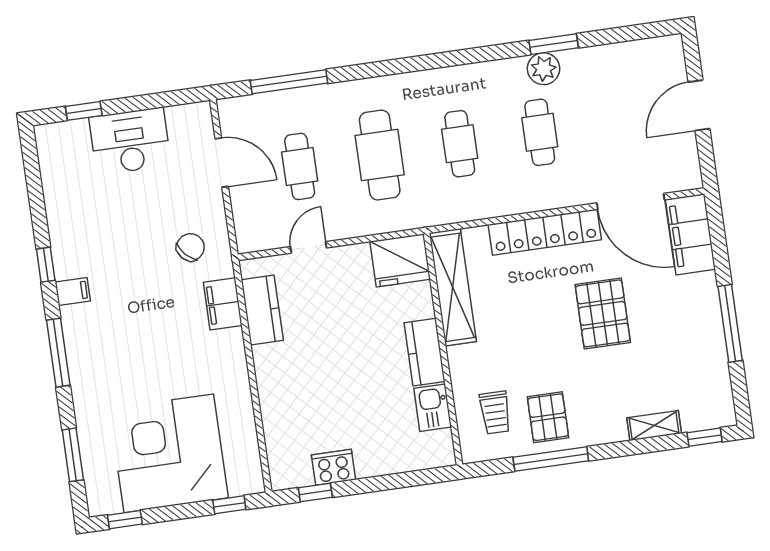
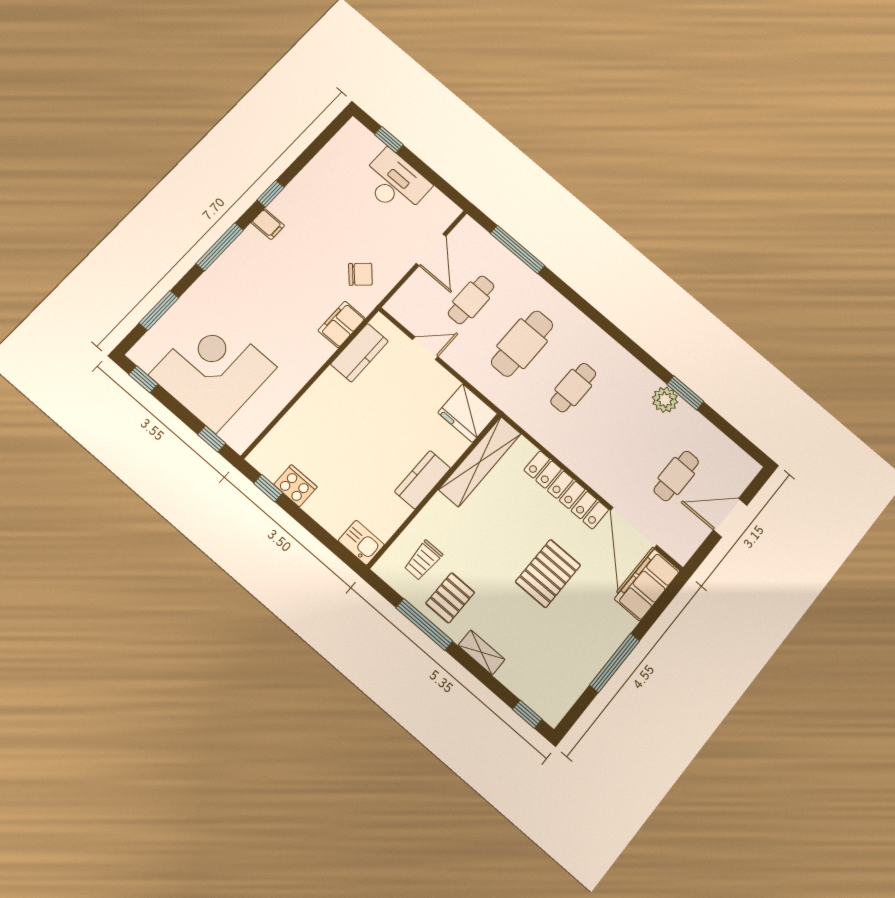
cafe table: (540, 132) -> (676, 476), moved
kitchen sink: (433, 408) -> (361, 543), moved, turned 90
shelving: (654, 426) -> (481, 652), moved

